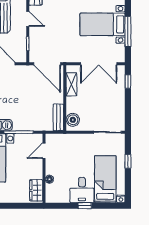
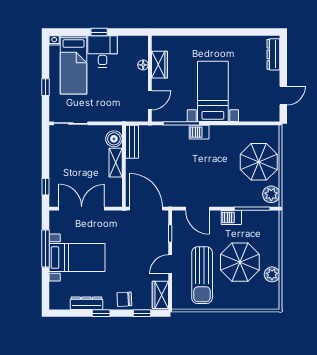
door: (28, 19) -> (170, 264), hinge flipped
shelving: (71, 84) -> (116, 163), moved
wardrobe: (36, 190) -> (159, 65), moved

